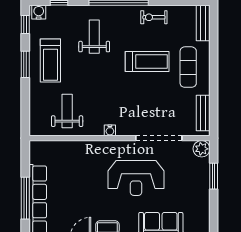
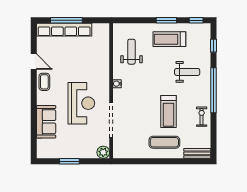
water cooler: (39, 12) -> (205, 30), removed
weight bench: (67, 111) -> (131, 52), turned -90
bench: (203, 113) -> (130, 153), removed
window: (214, 176) -> (69, 161), moved
reception desk: (136, 178) -> (81, 103), turned 180

